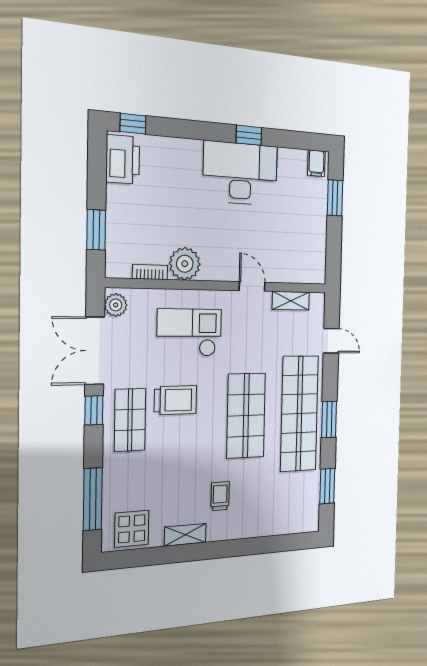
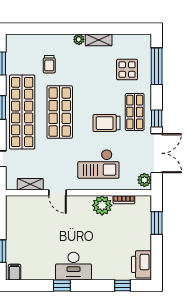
window: (133, 124) -> (123, 285), moved
desk: (240, 173) -> (74, 266), width x0.73, depth x0.77
trolley: (220, 496) -> (49, 64), moved
display table: (132, 529) -> (127, 70), moved
plant: (215, 533) -> (79, 39), added

